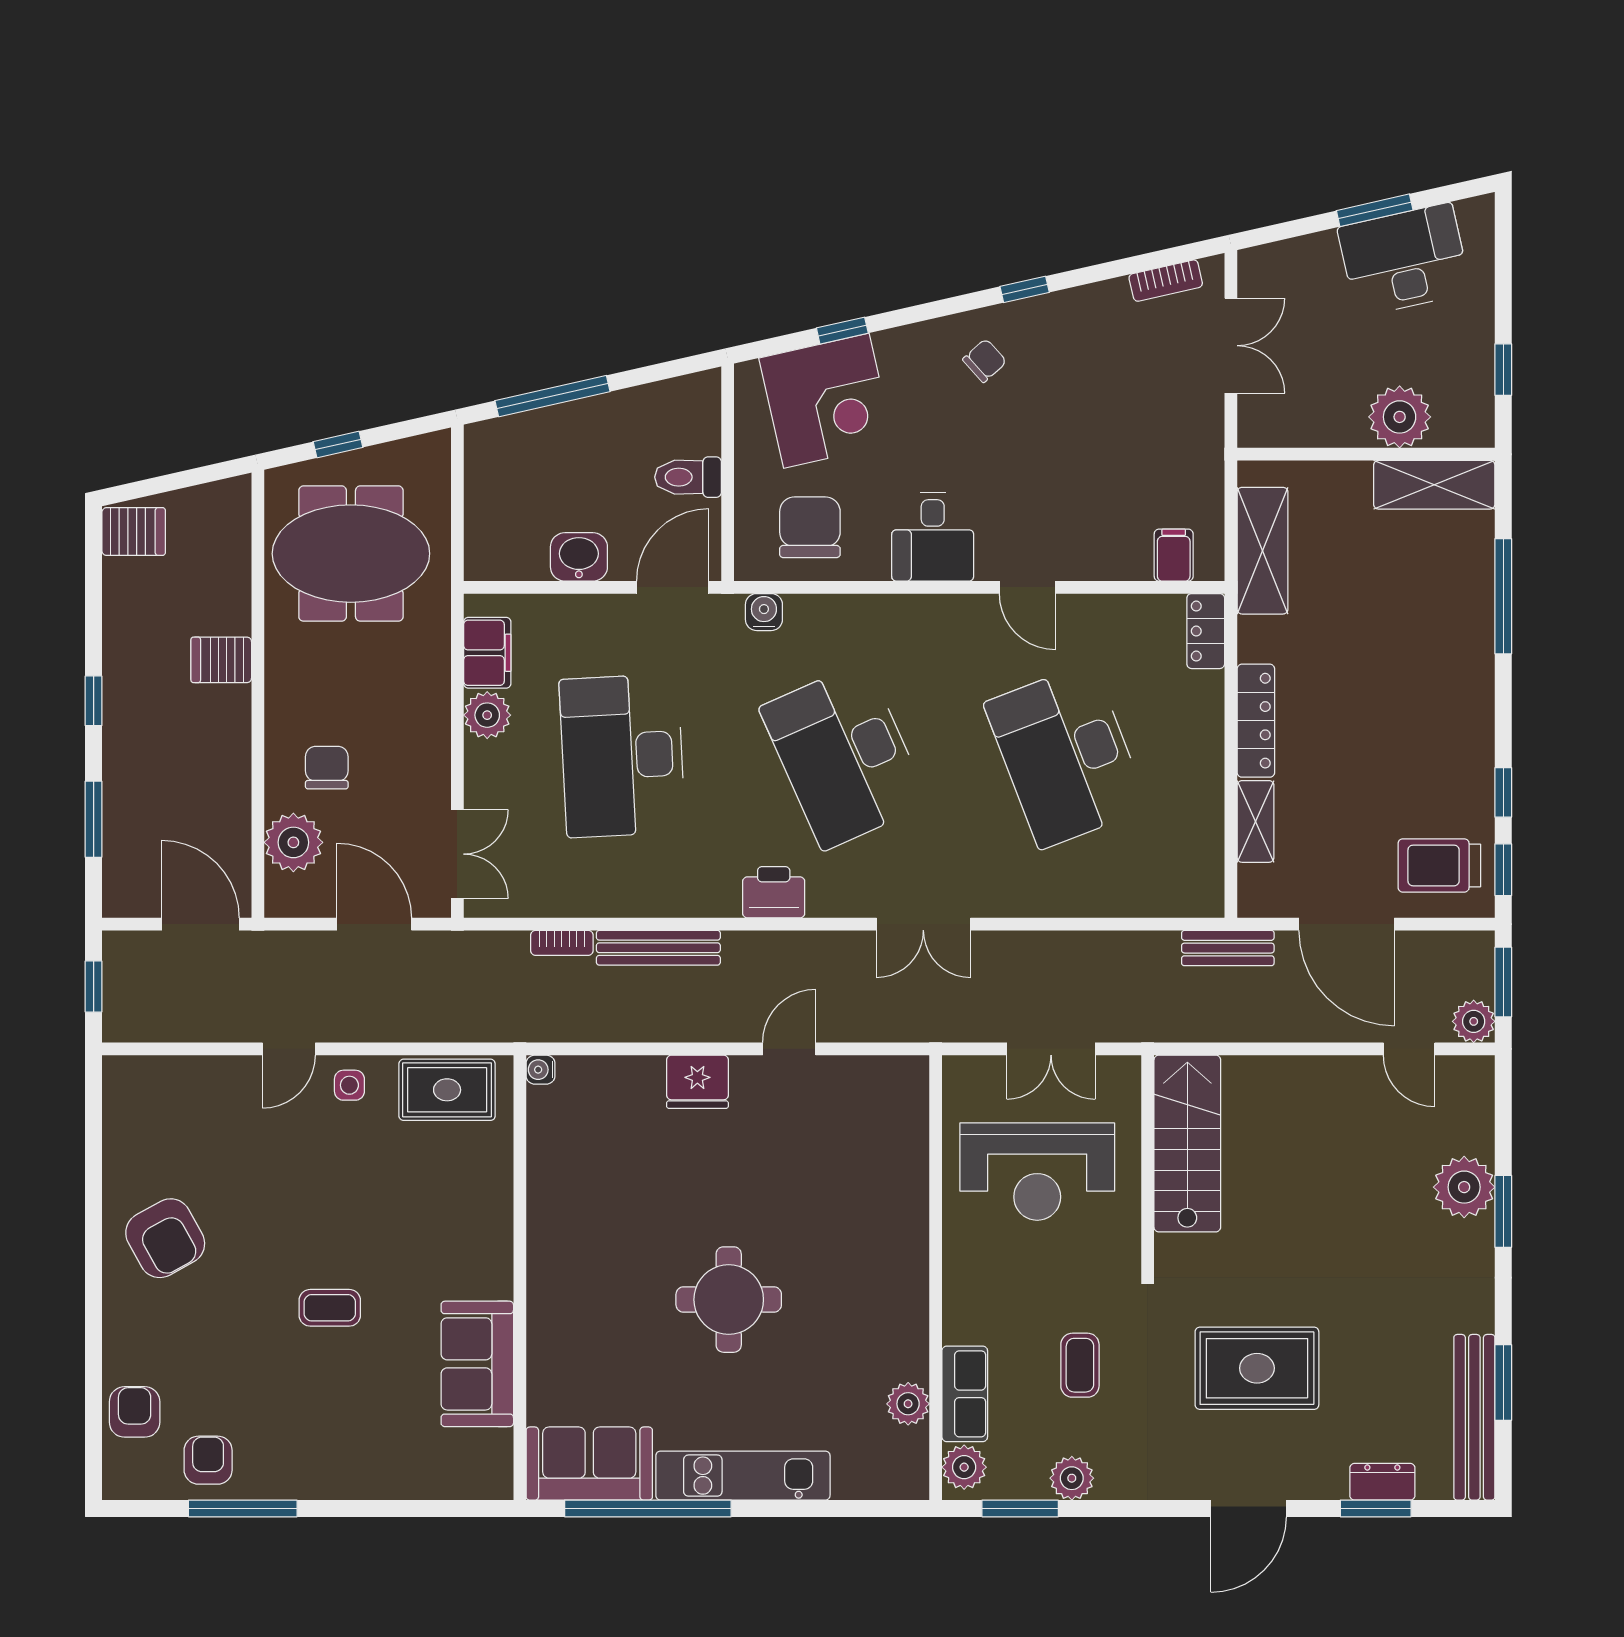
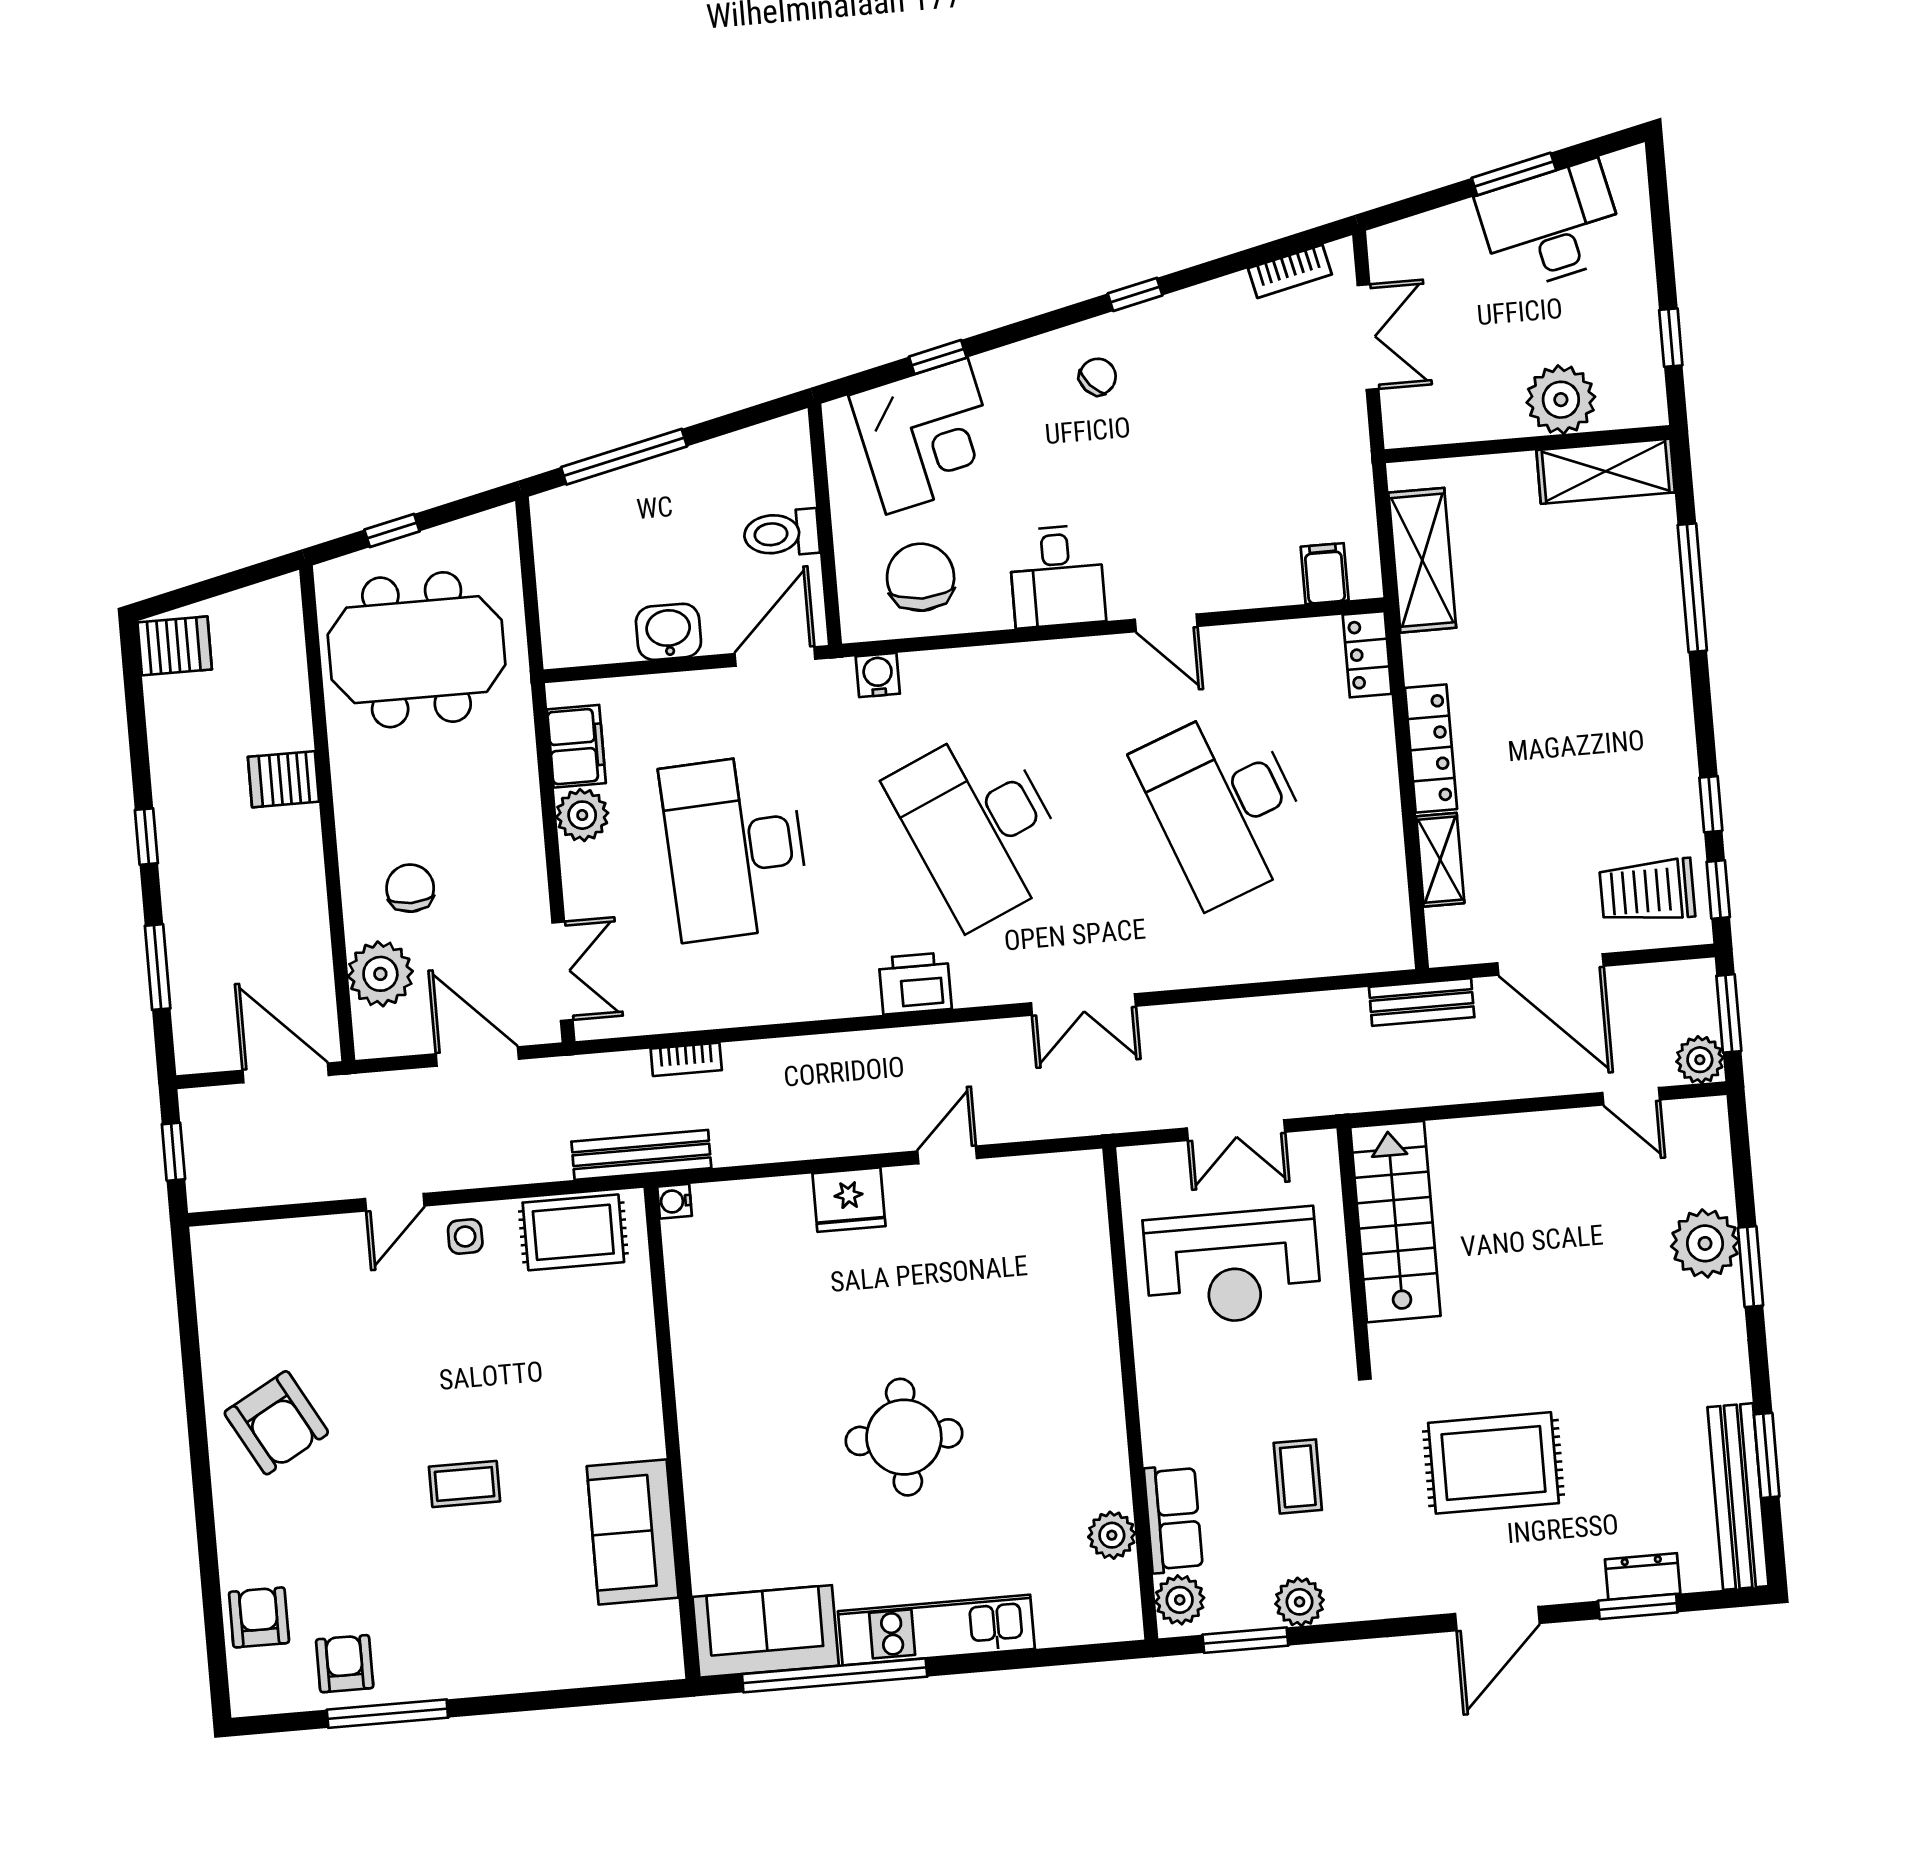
bench: (658, 948) -> (641, 1155), moved

